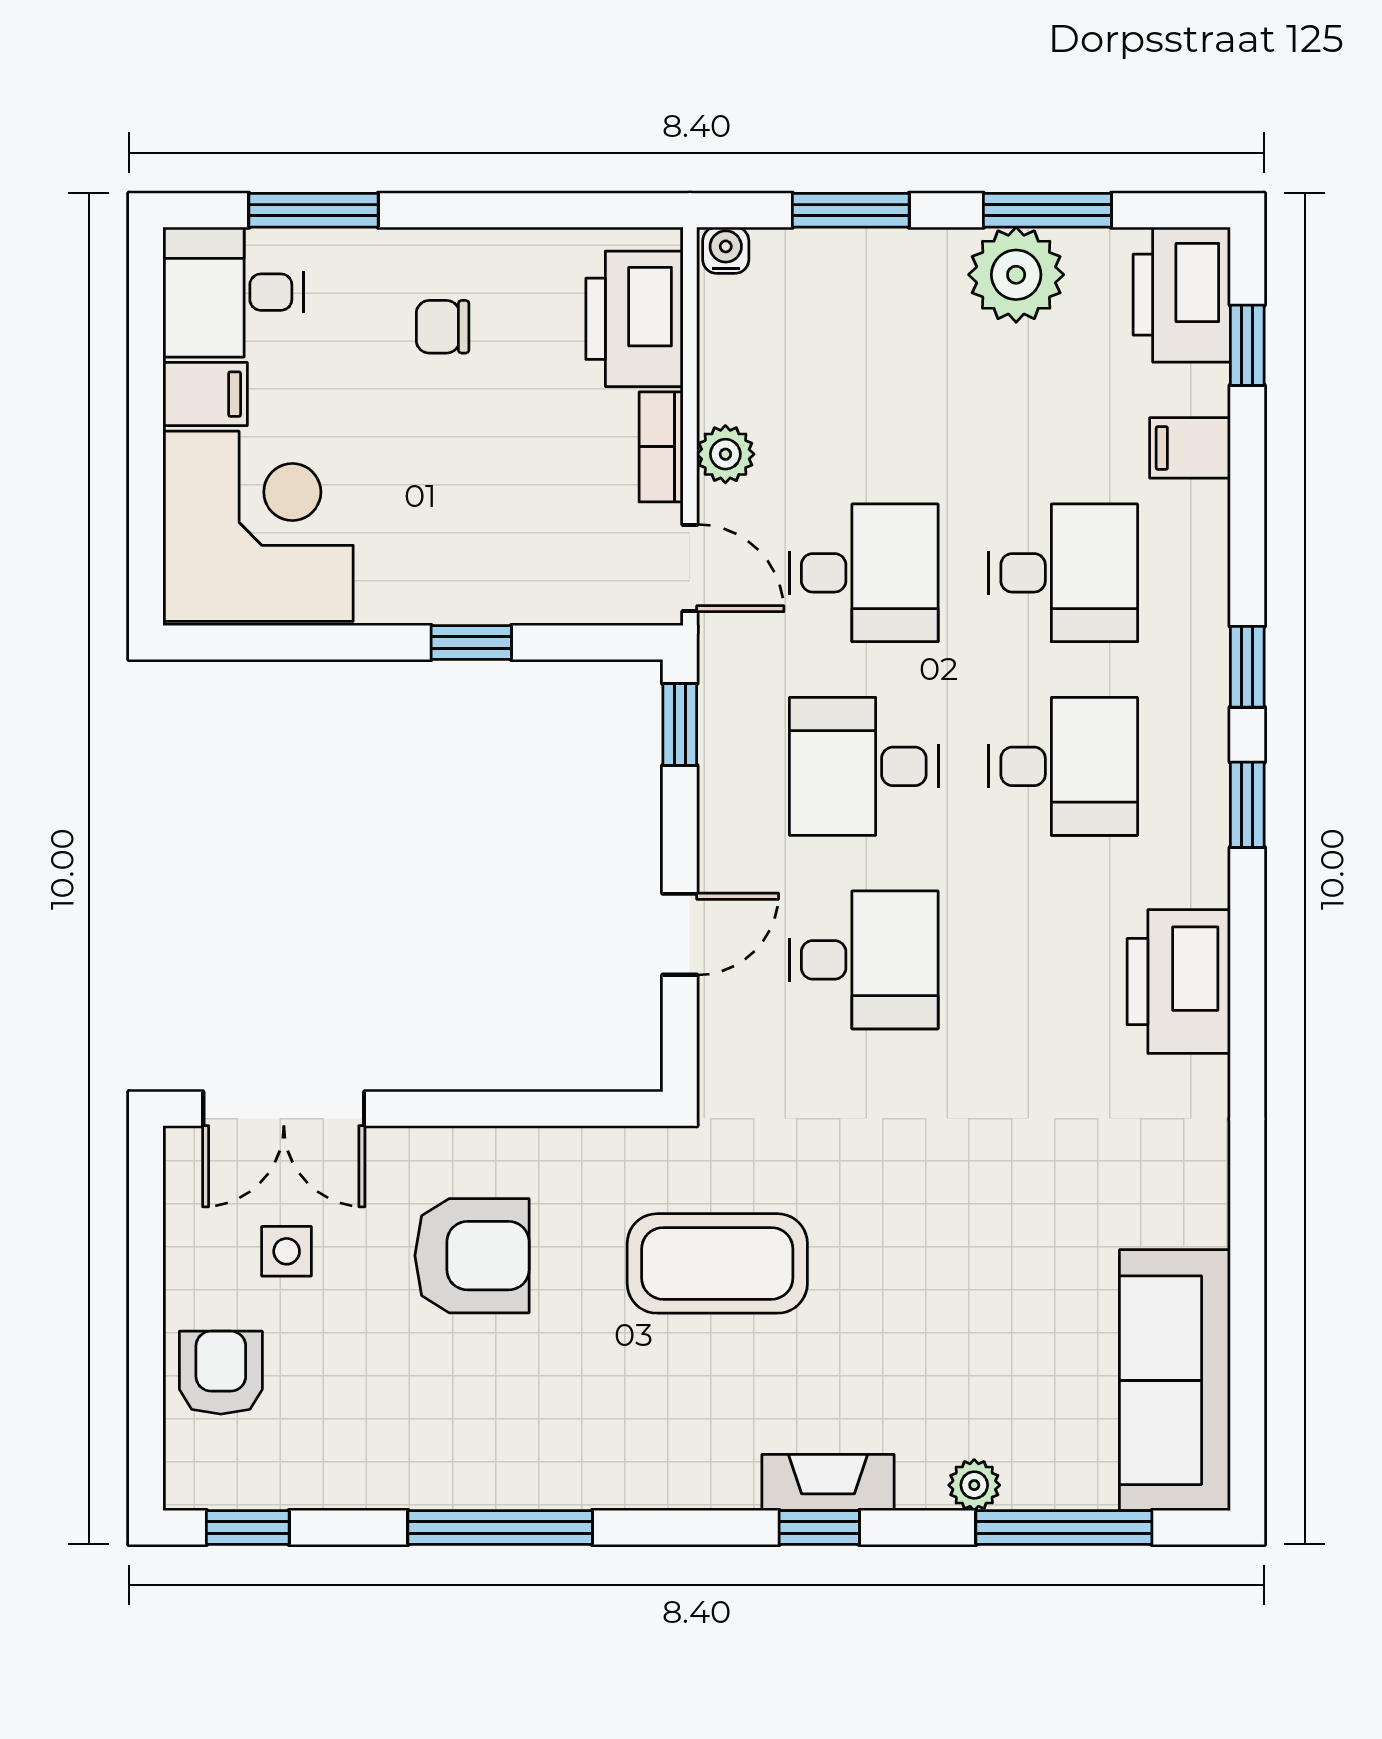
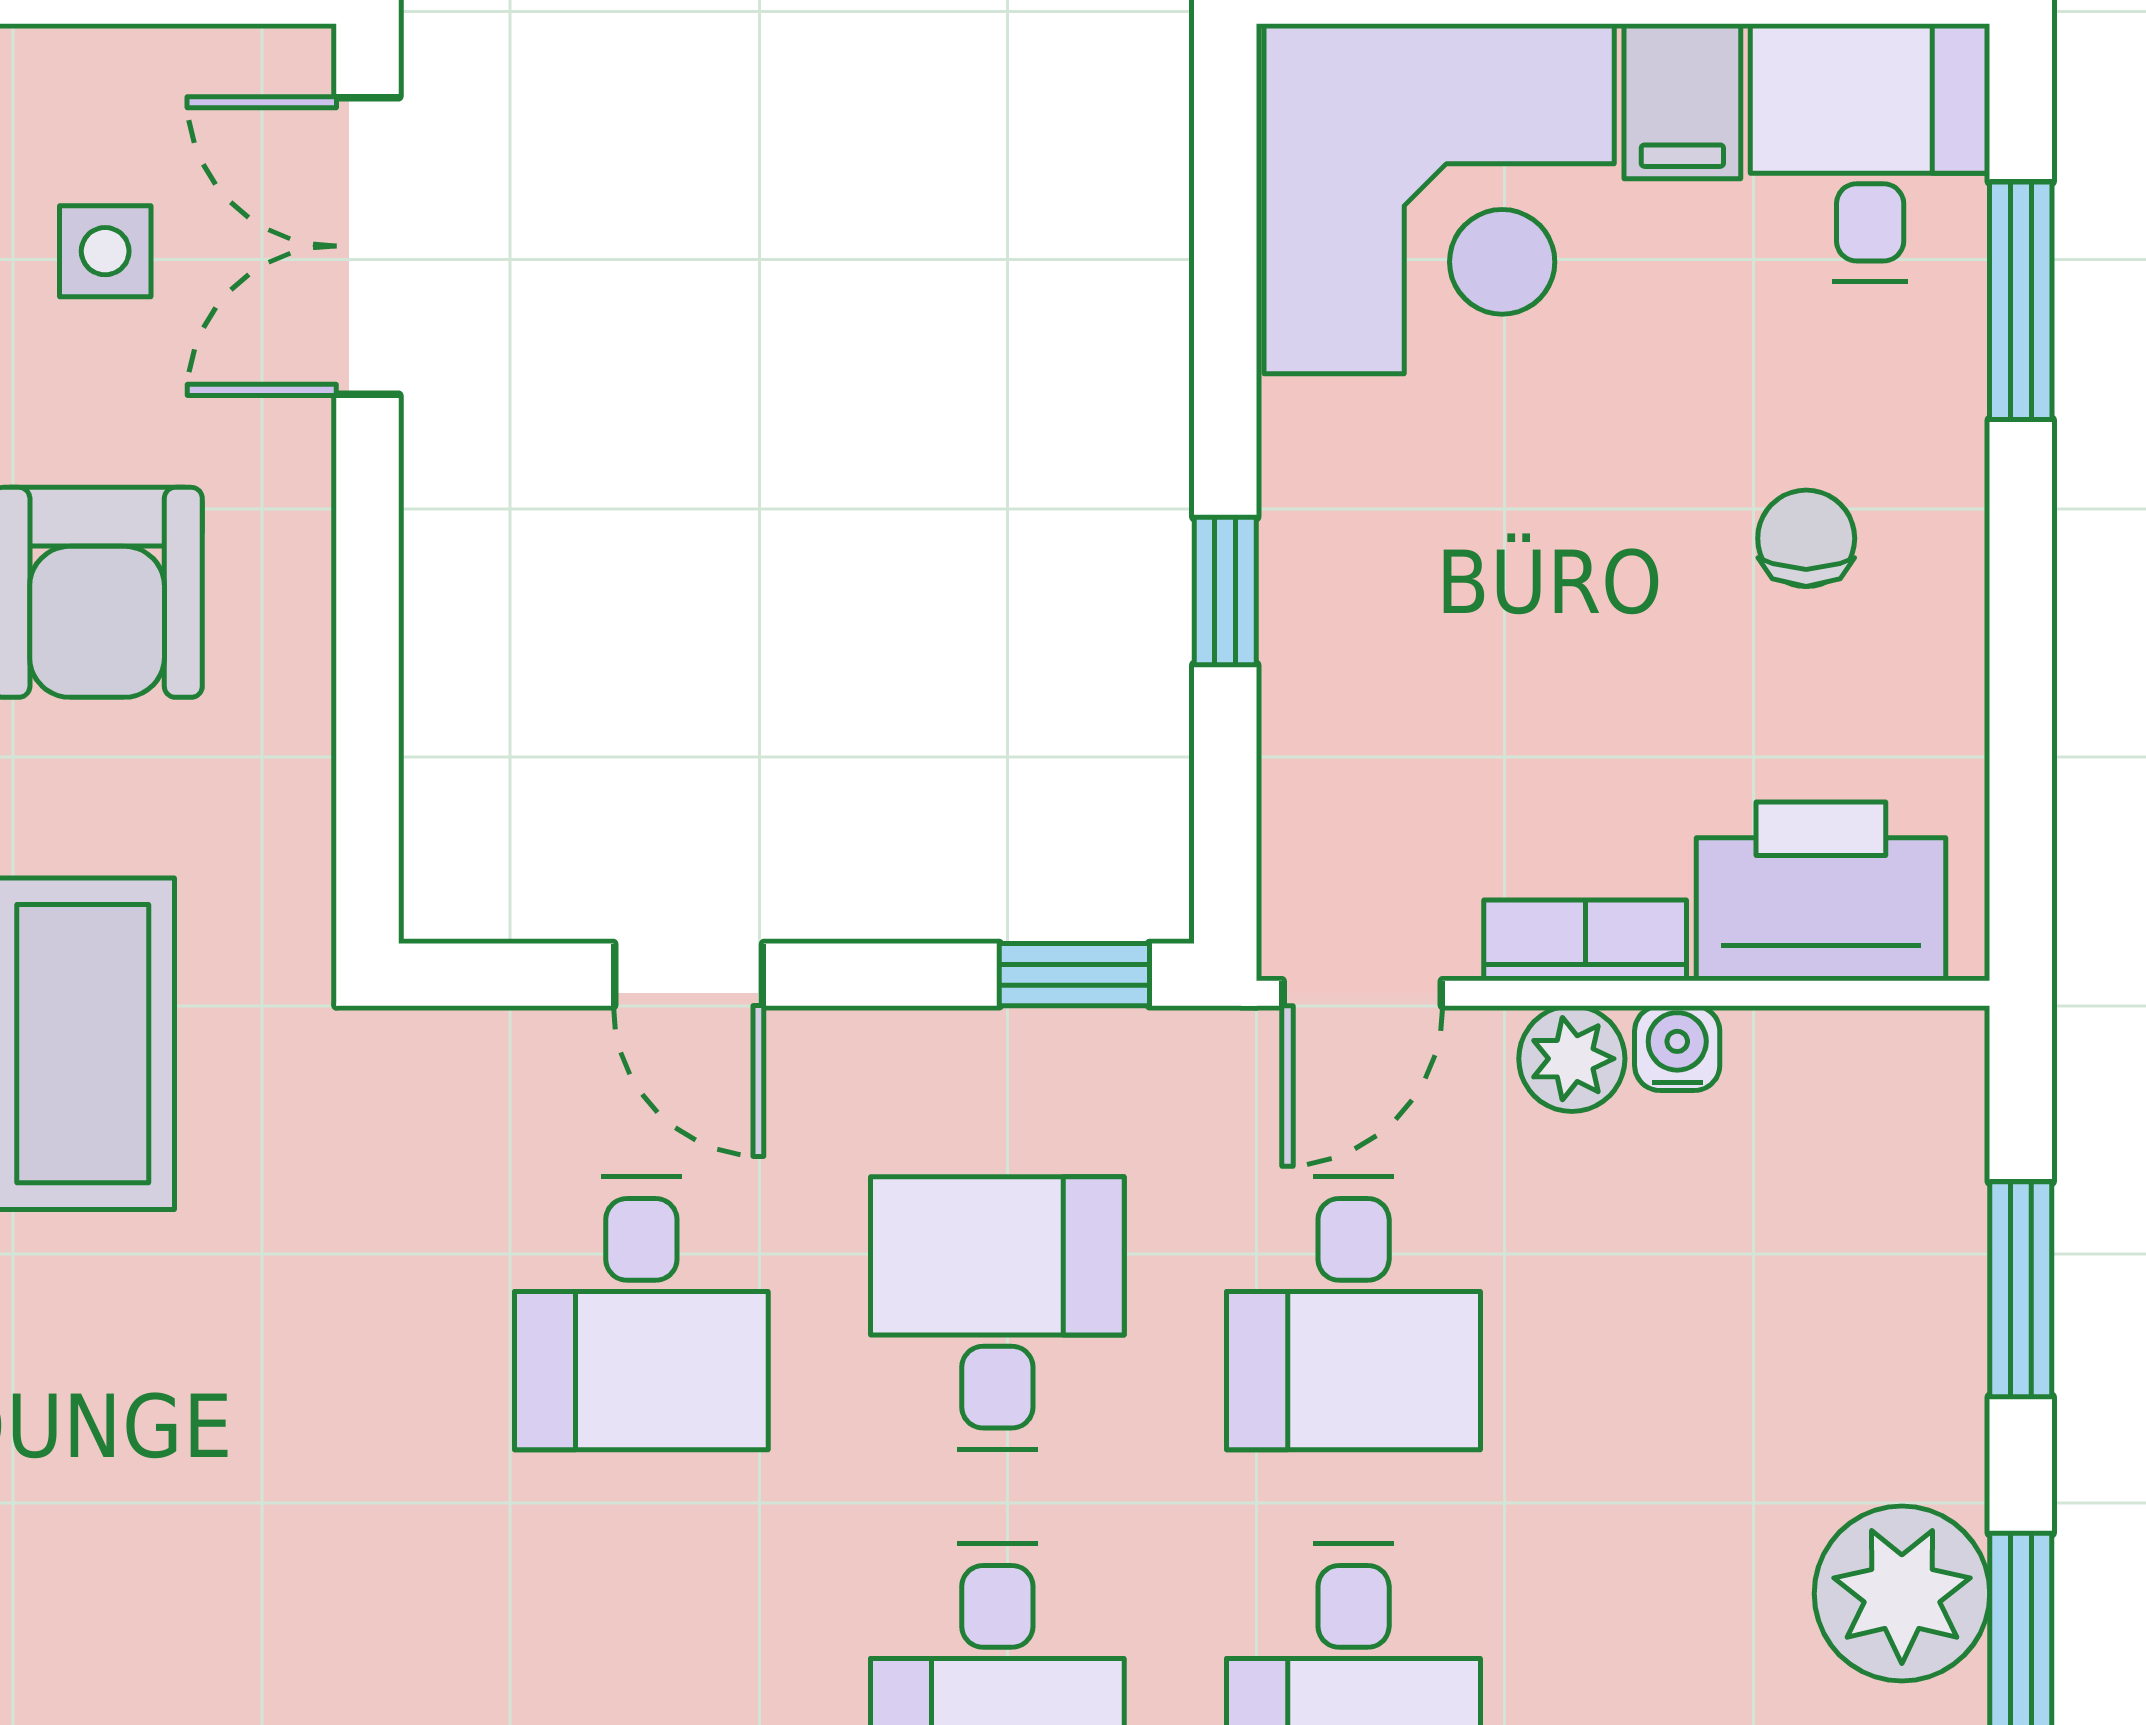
water cooler: (726, 250) -> (1677, 1048), moved, turned -90

